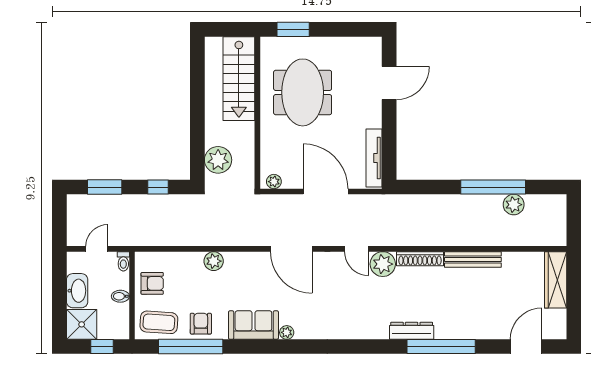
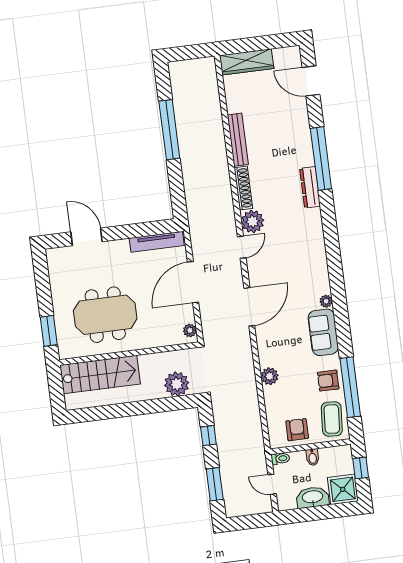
plant: (514, 205) -> (183, 109), removed

